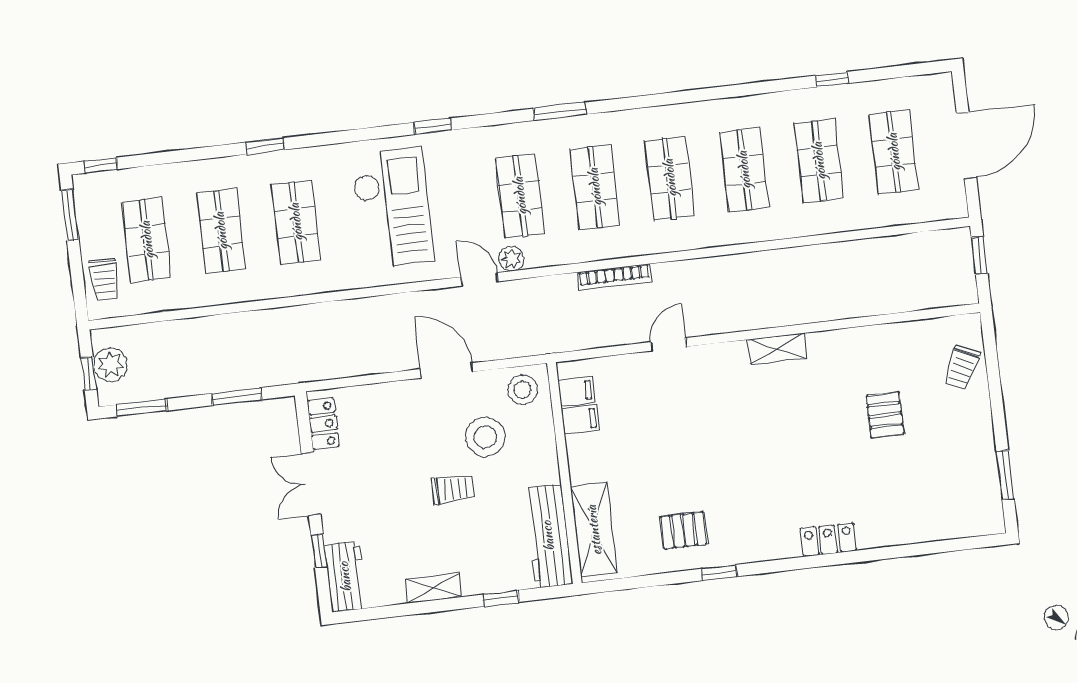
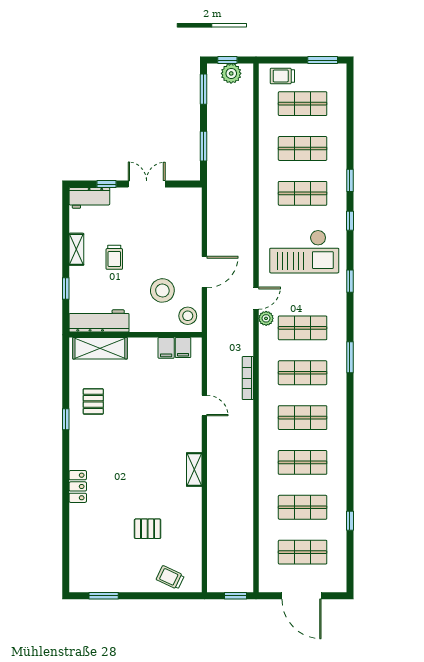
window: (101, 165) -> (350, 221), moved
locker: (323, 424) -> (181, 195), removed
trolley: (453, 489) -> (114, 257), moved

